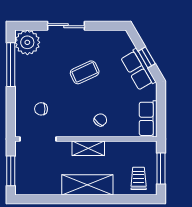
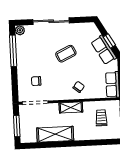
sliding door: (66, 26) -> (51, 21), width x1.37
plant: (27, 42) -> (20, 30), width x0.53, depth x0.53
trolley: (139, 178) -> (101, 118), moved
shelving: (87, 185) -> (55, 134), moved

